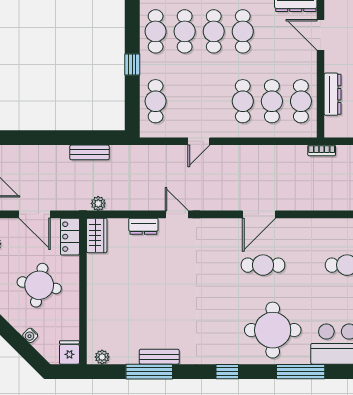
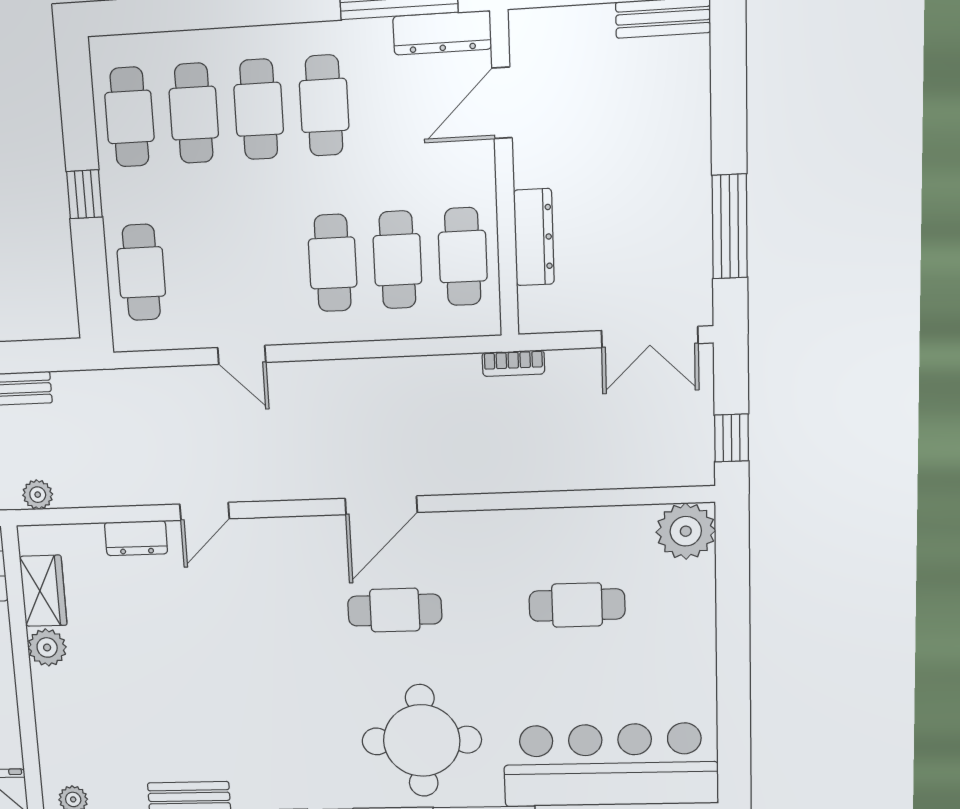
door: (321, 35) -> (502, 103), hinge flipped
door: (199, 141) -> (242, 355), hinge flipped
door: (177, 214) -> (205, 511), swing flipped
wardrobe: (97, 235) -> (43, 591), moved
plant: (96, 279) -> (47, 647), added

